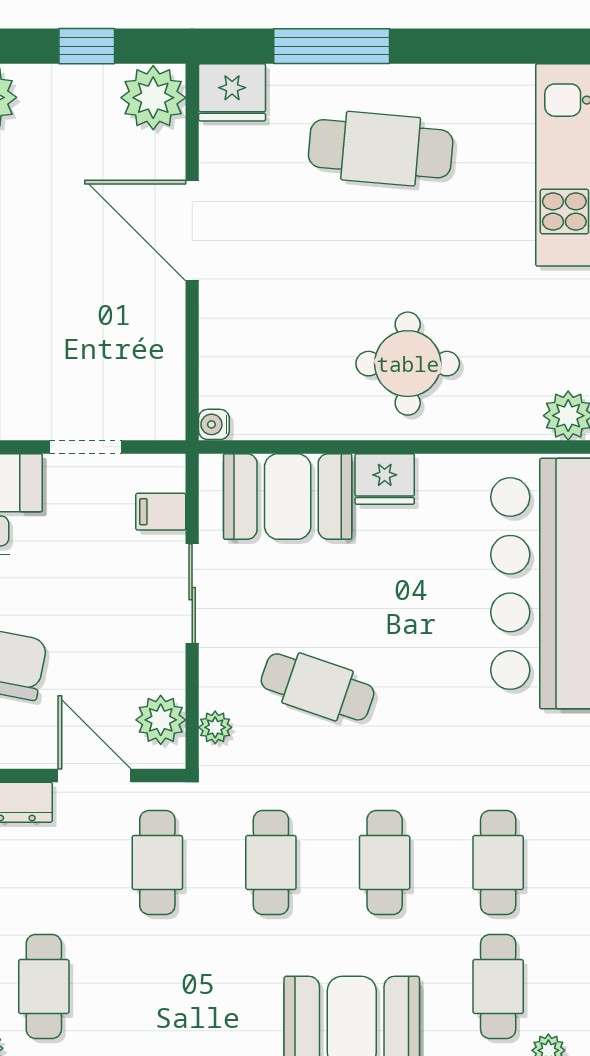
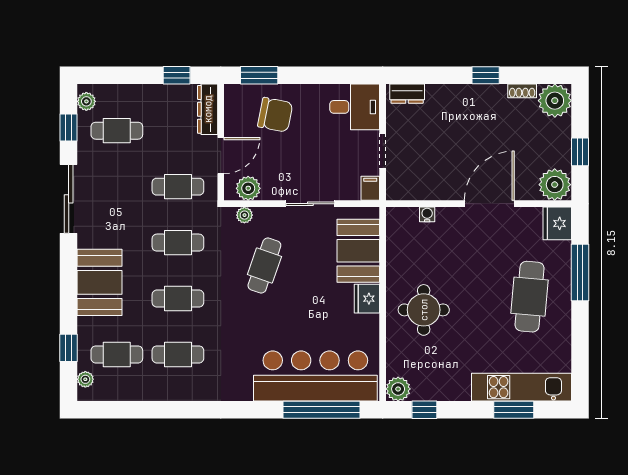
water cooler: (214, 424) -> (427, 214), moved
filing cabinet: (161, 512) -> (370, 188), moved

